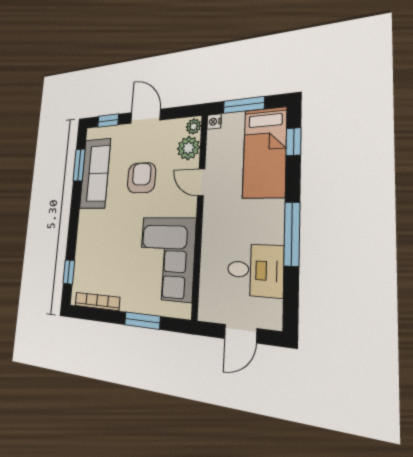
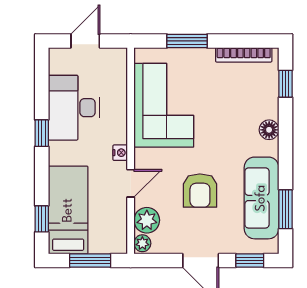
nightstand: (214, 122) -> (120, 153), moved
door: (201, 182) -> (131, 183), hinge flipped
floor lamp: (84, 232) -> (269, 130), added
window: (292, 234) -> (42, 133), width x0.46
desk: (255, 270) -> (74, 108), width x1.37

